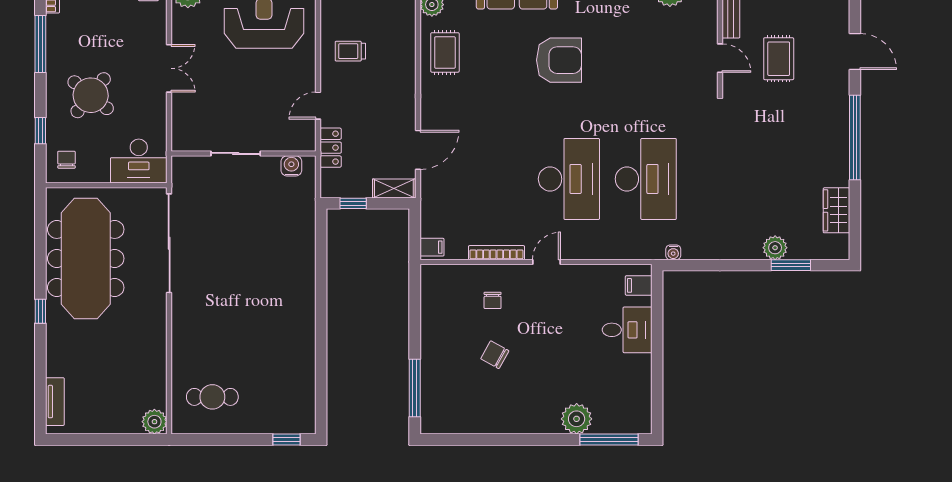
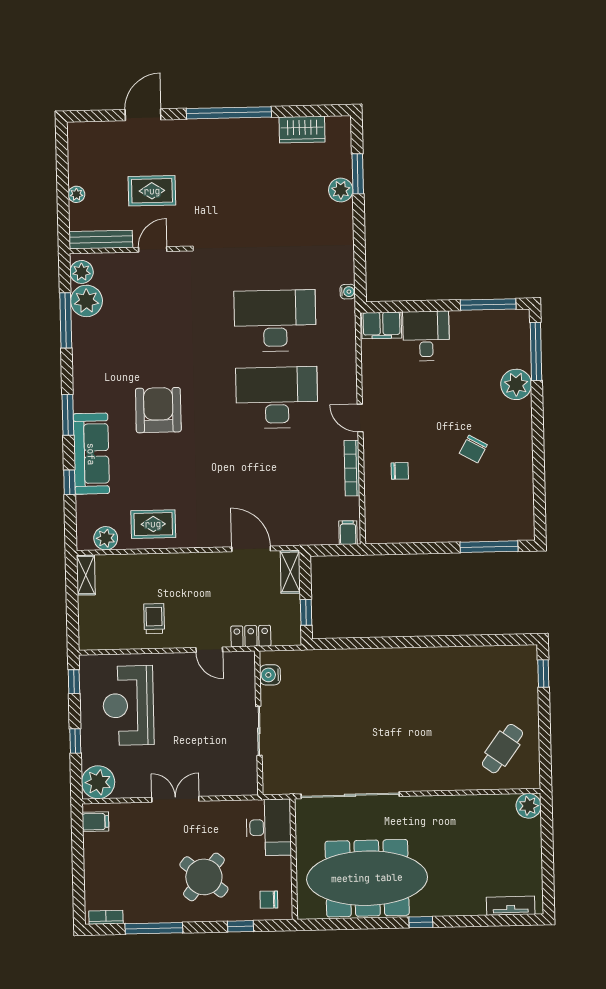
trolley: (350, 51) -> (154, 619), turned 180
filing cabinet: (639, 285) -> (382, 325), width x2.00
chair: (495, 355) -> (473, 449), moved
window: (657, 393) -> (488, 304), added
cafe table: (212, 397) -> (502, 749), turned 36

